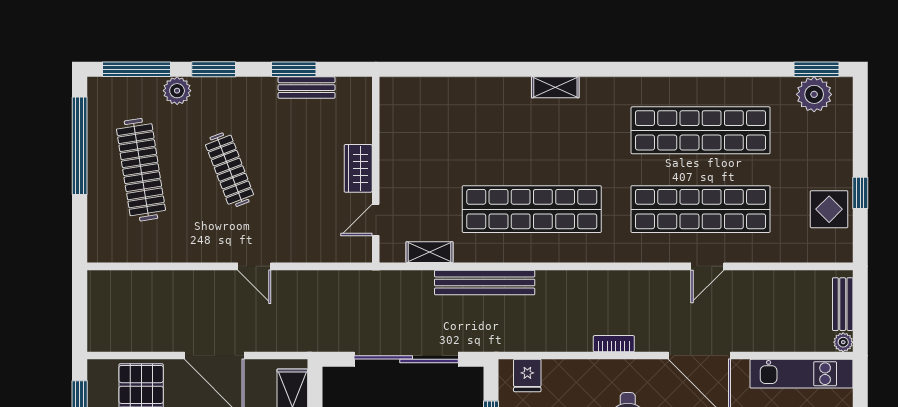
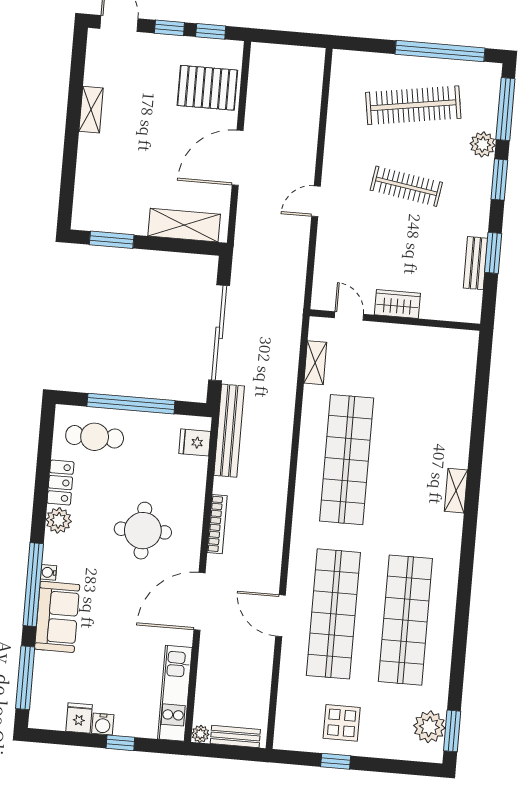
clothes rail: (230, 170) -> (406, 186), turned 30
display table: (829, 209) -> (342, 723), moved
door: (707, 266) -> (280, 616), width x1.38
bench: (485, 282) -> (229, 431), moved
bookcase: (614, 344) -> (217, 524), width x1.56

